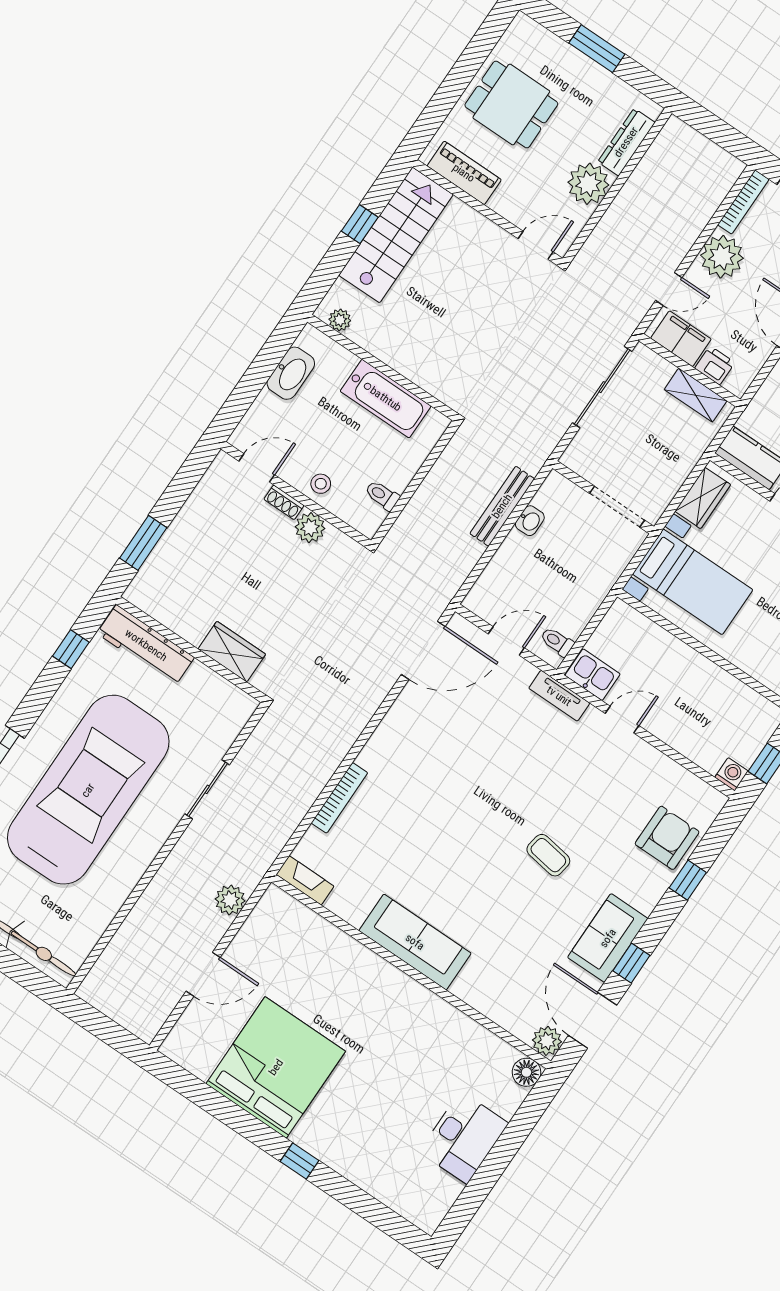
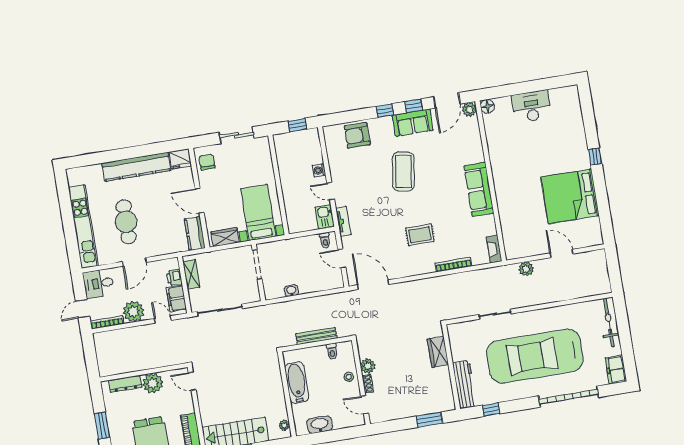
bench: (502, 506) -> (316, 336), moved
washing machine: (731, 774) -> (319, 170), moved
rug: (431, 790) -> (420, 235), added
coffee table: (548, 855) -> (403, 172), width x1.86, depth x1.72
window: (688, 880) -> (385, 111), moved

